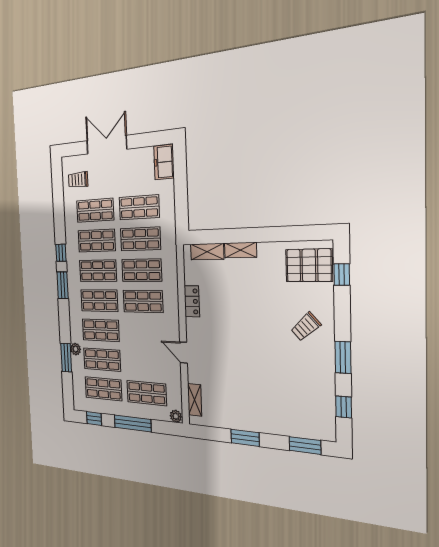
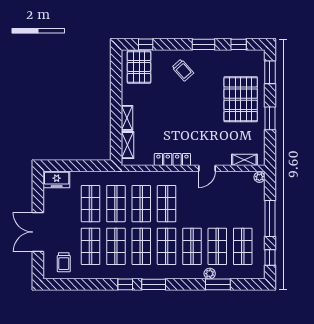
locker: (192, 301) -> (172, 159), width x1.53
shop shelf: (147, 393) -> (243, 204), removed
pallet: (268, 402) -> (241, 99), added

